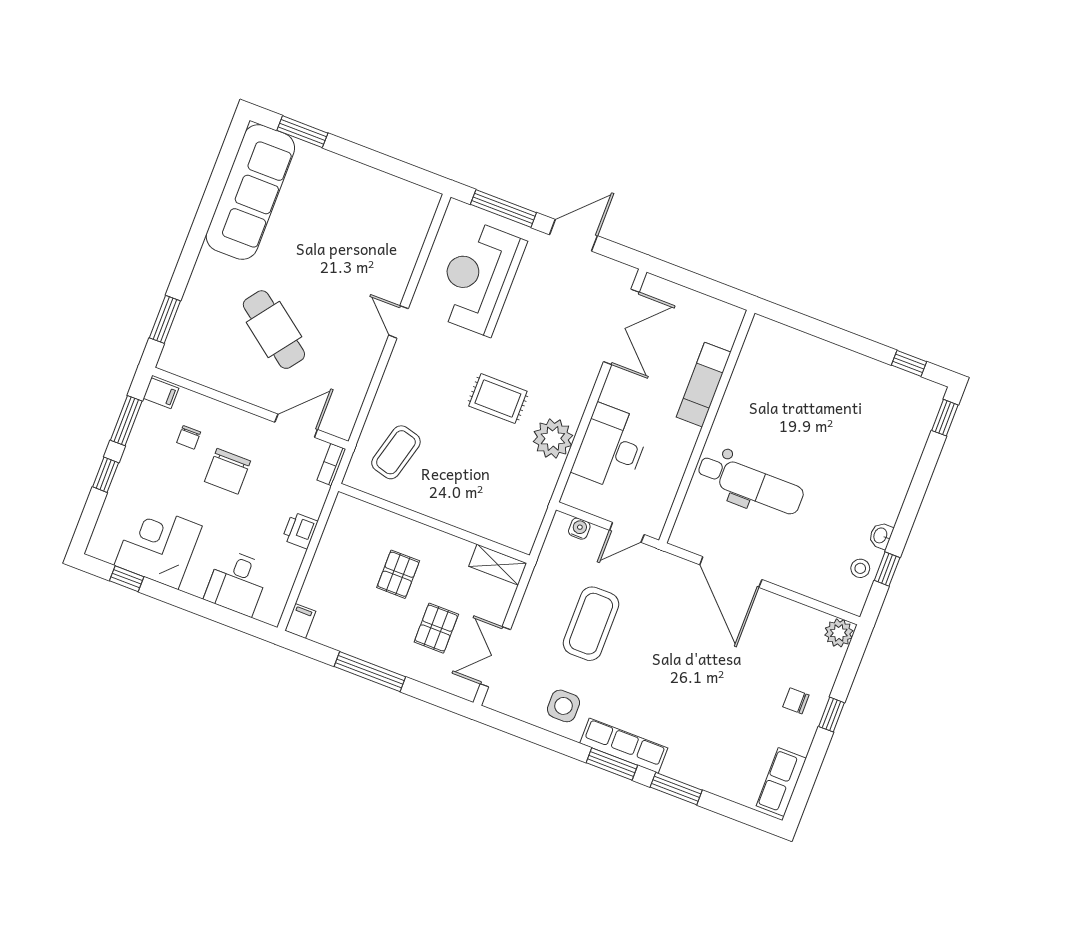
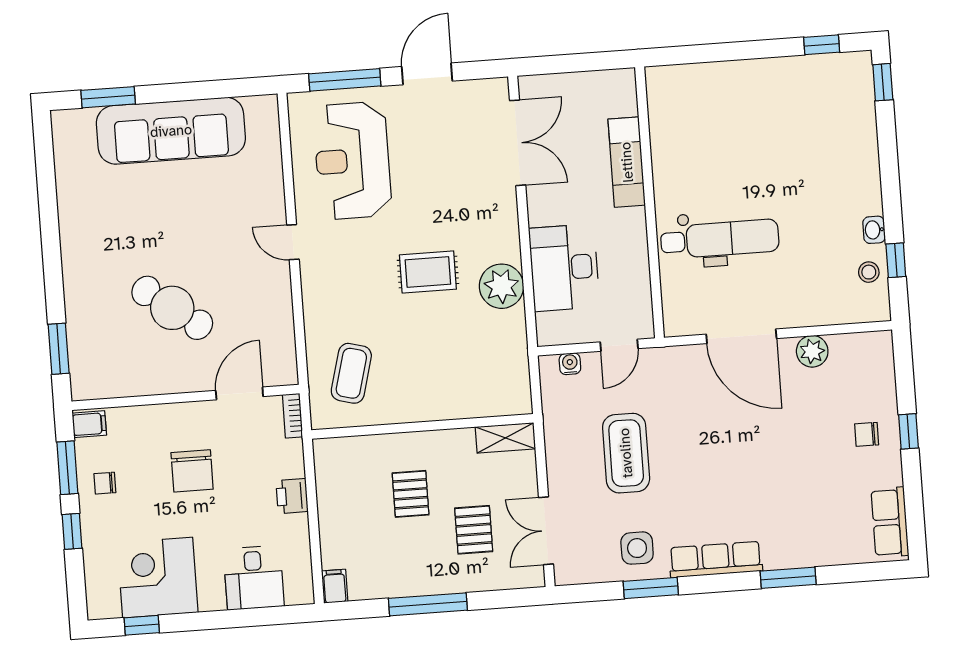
sofa: (250, 192) -> (171, 131), moved, turned 90
chair: (189, 437) -> (105, 483), moved, turned 90
plant: (839, 633) -> (812, 351), moved
window: (612, 764) -> (651, 588), moved

